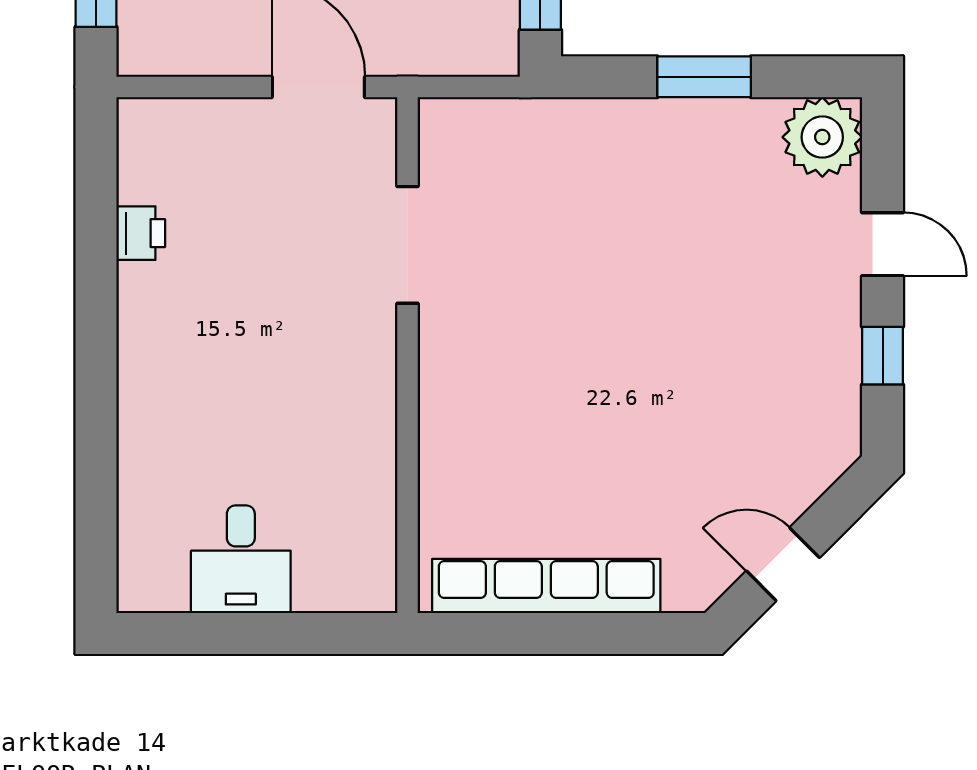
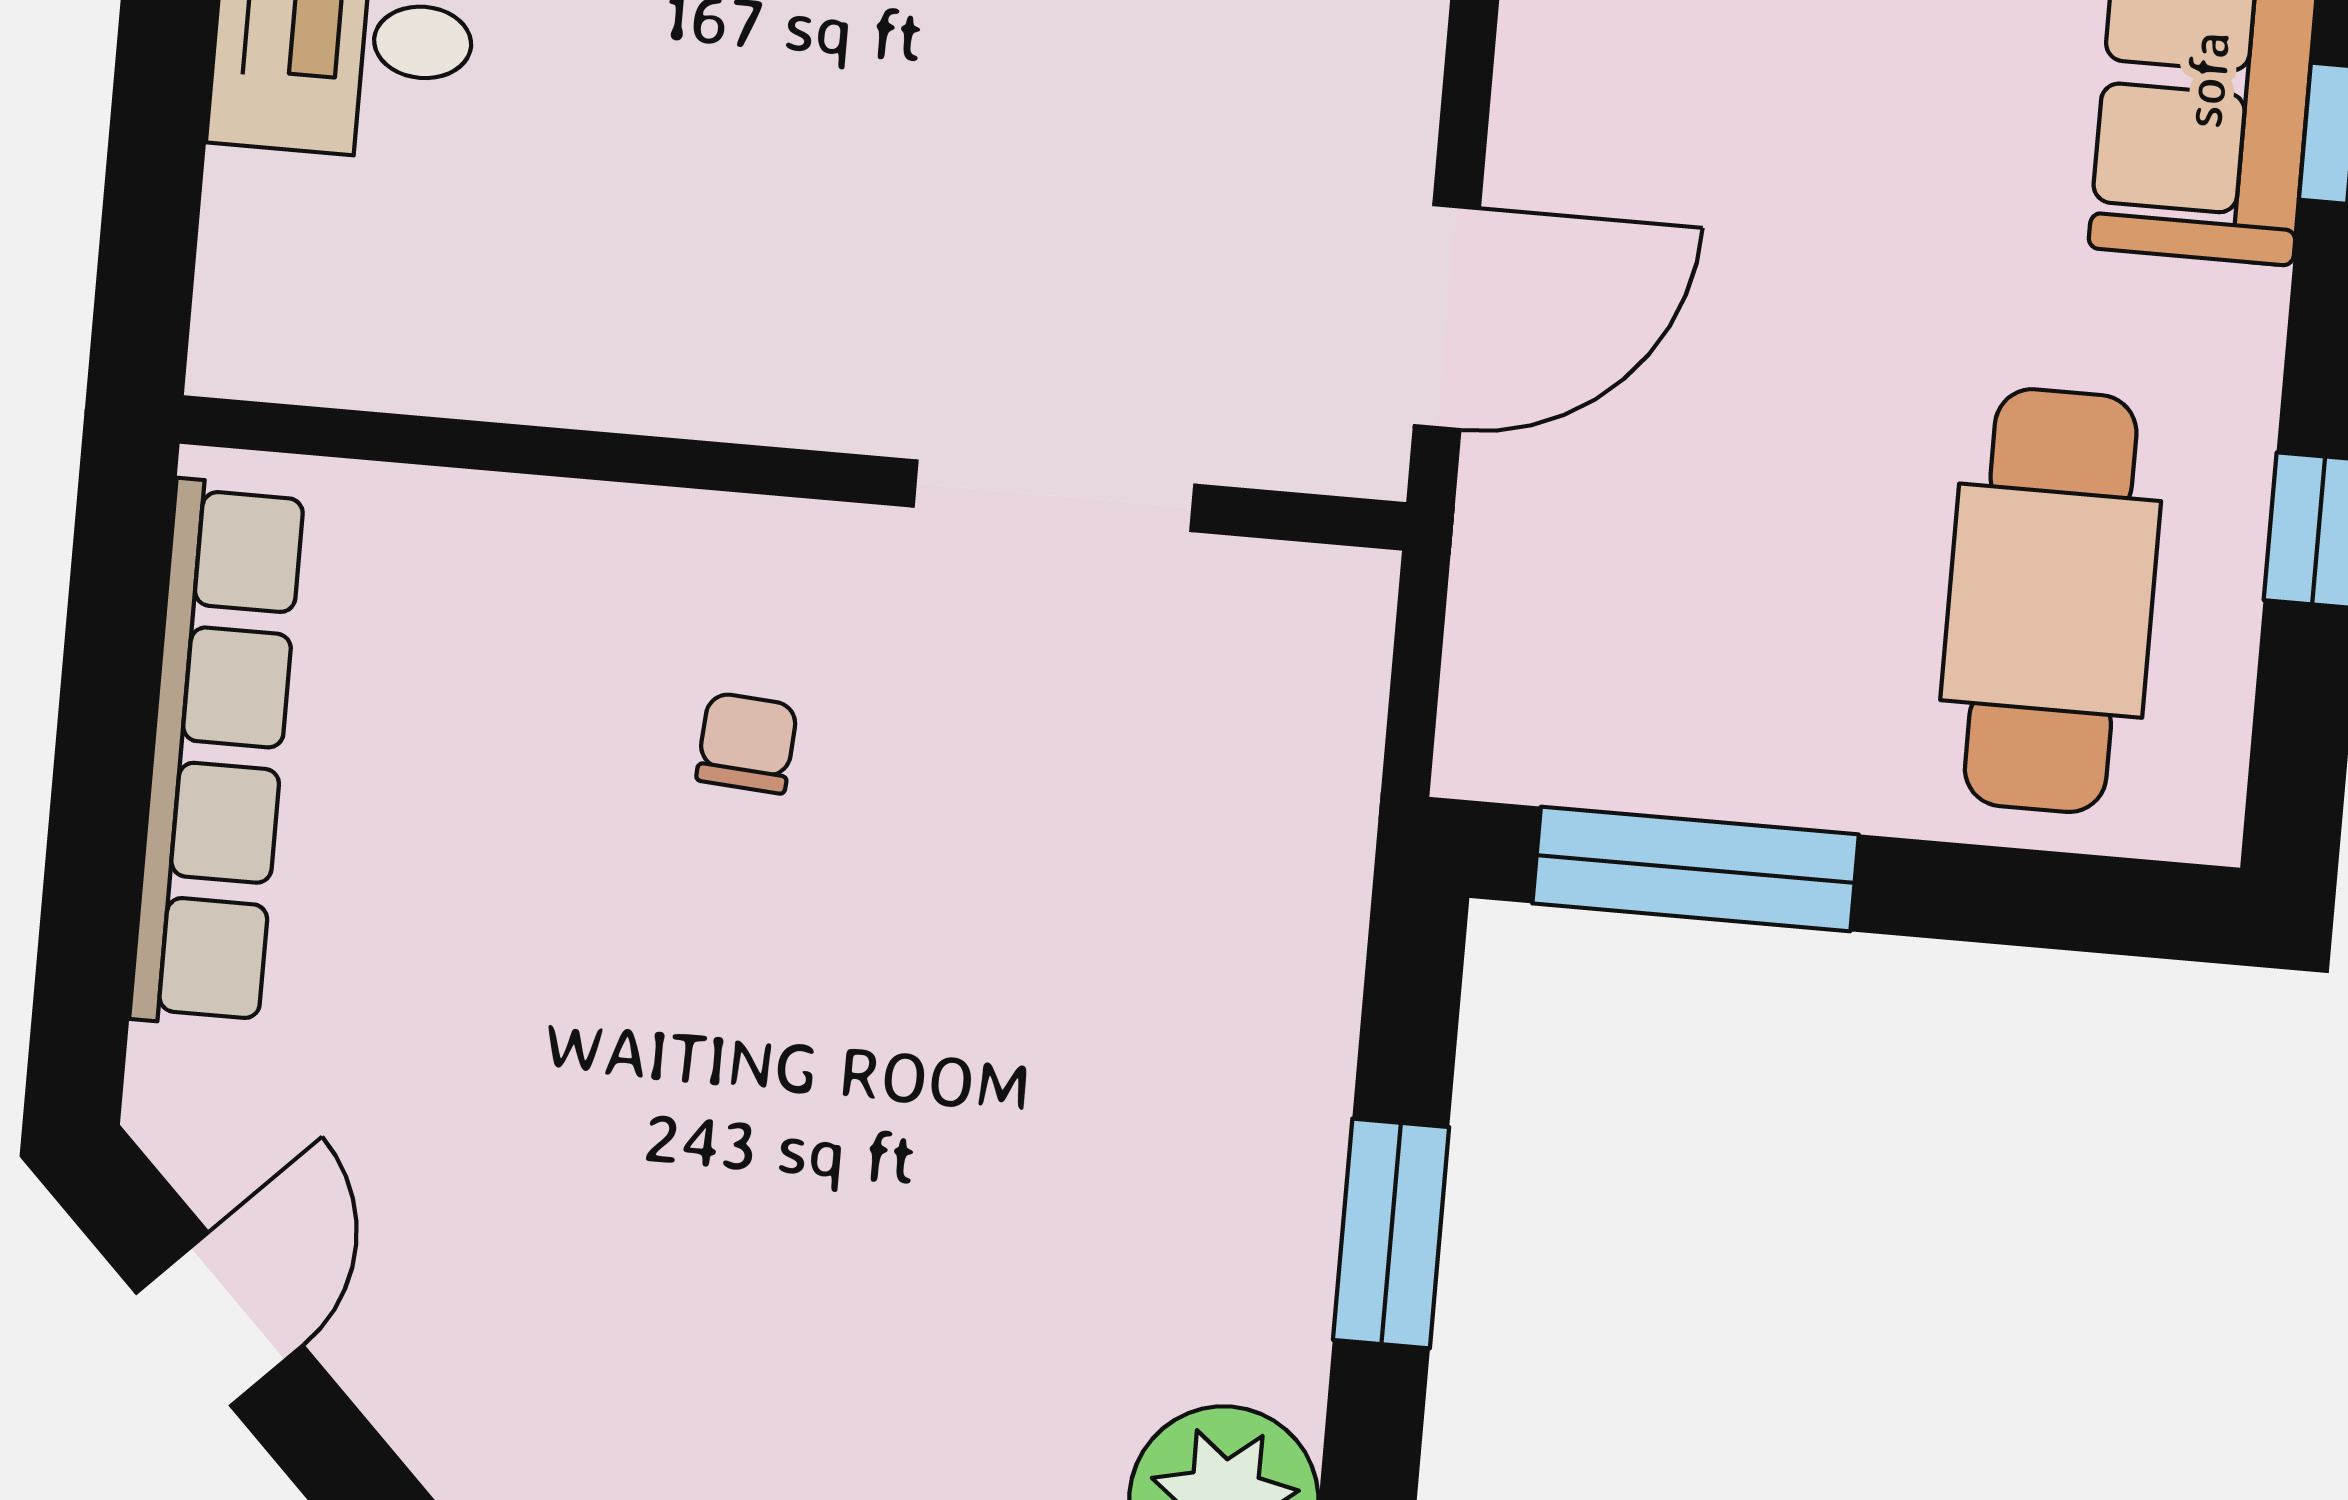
chair: (522, 364) -> (747, 743), added

